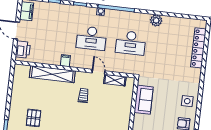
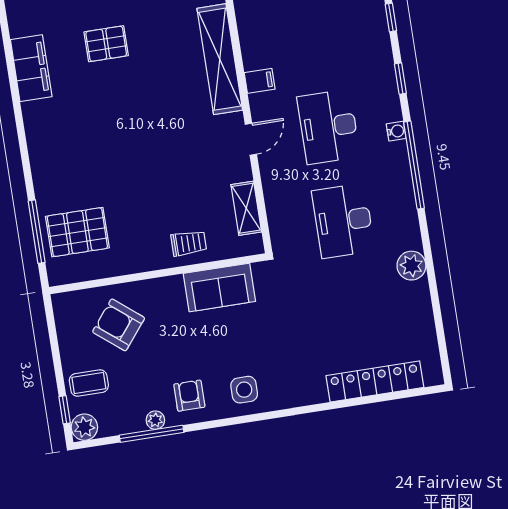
door: (98, 72) -> (251, 139), moved
trolley: (83, 96) -> (189, 243), moved

